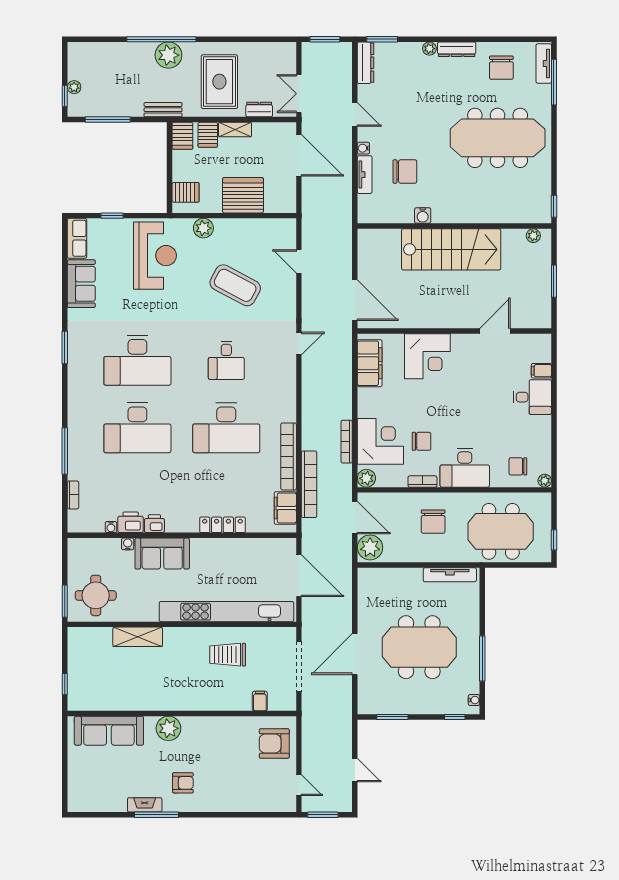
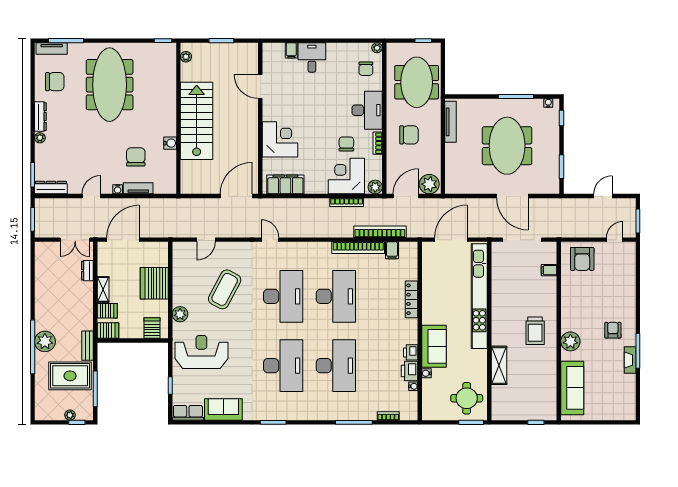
rug: (219, 82) -> (70, 376), moved
desk: (226, 360) -> (283, 296), width x1.87, depth x1.30
filing cabinet: (285, 508) -> (392, 250), width x0.50
trolley: (228, 655) -> (535, 331), moved

